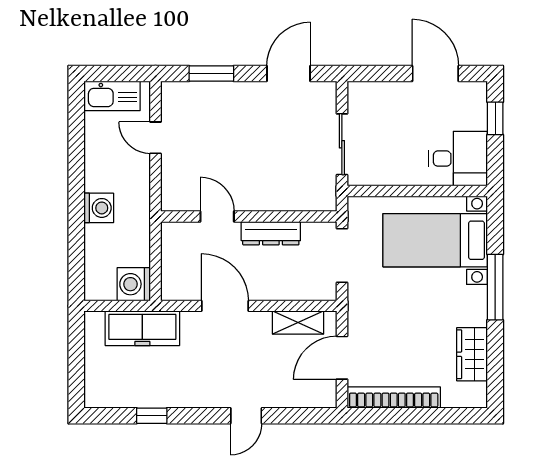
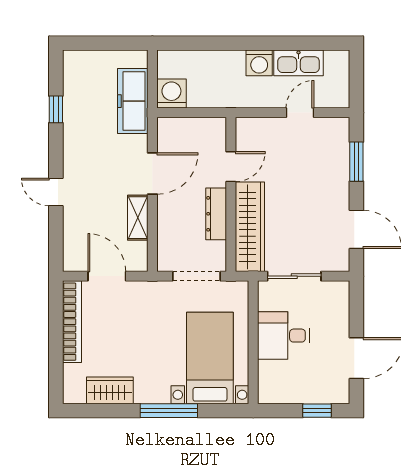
kitchen sink: (112, 96) -> (299, 63), moved, turned -90
desk: (458, 159) -> (284, 336), moved, turned 90
wardrobe: (286, 195) -> (250, 227), added
washing machine: (99, 208) -> (259, 63), moved
shelving: (298, 323) -> (138, 218), moved

